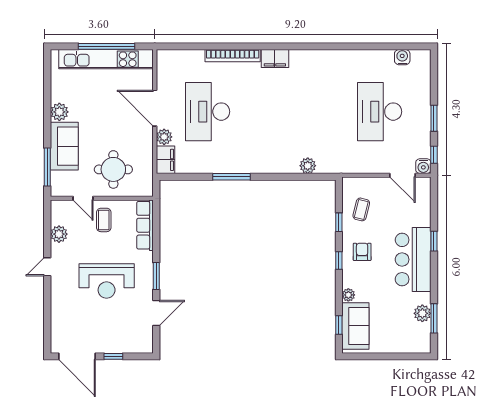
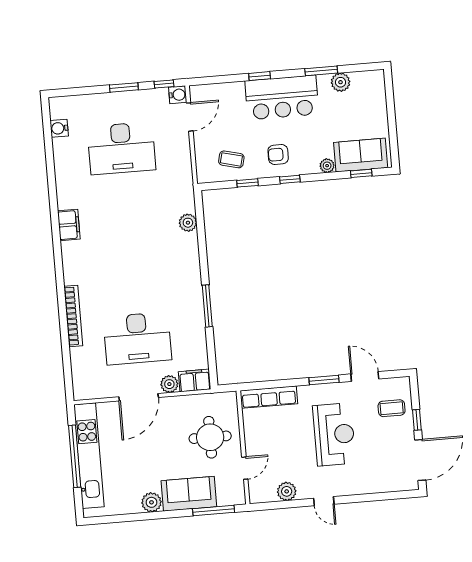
filing cabinet: (275, 59) -> (69, 225), moved
coffee table: (104, 220) -> (392, 408), moved
window: (434, 318) -> (321, 71), moved

